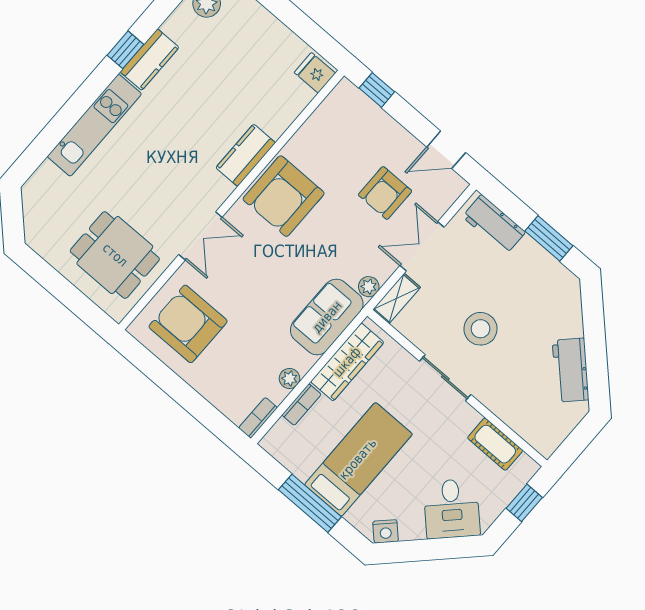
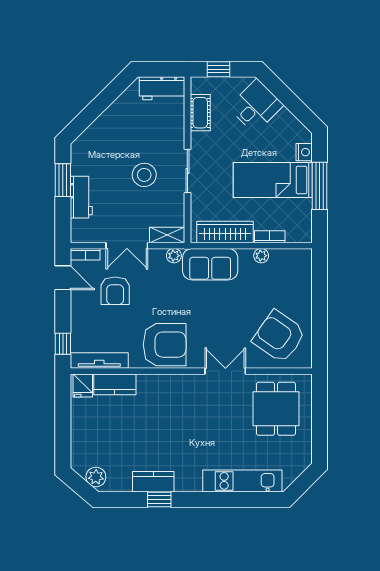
tv unit: (326, 113) -> (99, 360), added
kitchen unit: (94, 125) -> (242, 481), moved
kitchen counter: (246, 155) -> (115, 384), moved
armchair: (385, 193) -> (115, 291), turned 90
workbench: (494, 224) -> (81, 197), moved
armchair: (188, 324) -> (279, 337), turned 125
workbench: (571, 370) -> (162, 88), moved, turned 45
bookcase: (258, 418) -> (85, 254), moved
nightstand: (386, 531) -> (304, 152), moved, turned 45

